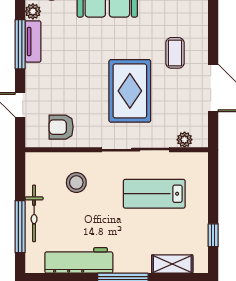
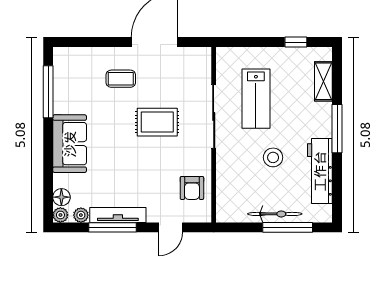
tv unit: (33, 41) -> (118, 215), width x1.41
rug: (130, 91) -> (157, 122), width x0.73, depth x0.70
plant: (185, 140) -> (204, 70), removed
stool: (76, 182) -> (273, 157), moved

